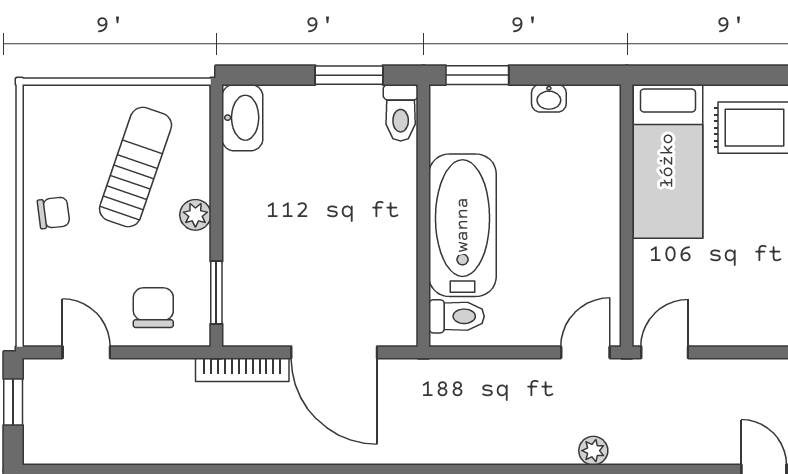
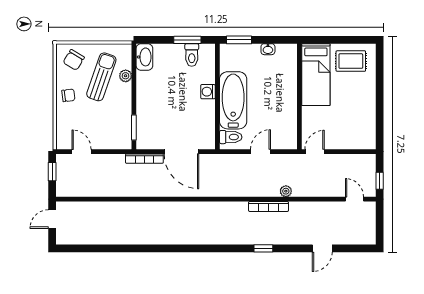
toilet: (401, 113) -> (192, 55), moved
washing machine: (400, 204) -> (208, 92), added
plant: (195, 215) -> (126, 76), moved
chair: (153, 308) -> (74, 60), moved, turned -149
door: (585, 352) -> (261, 152), moved

